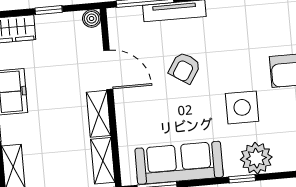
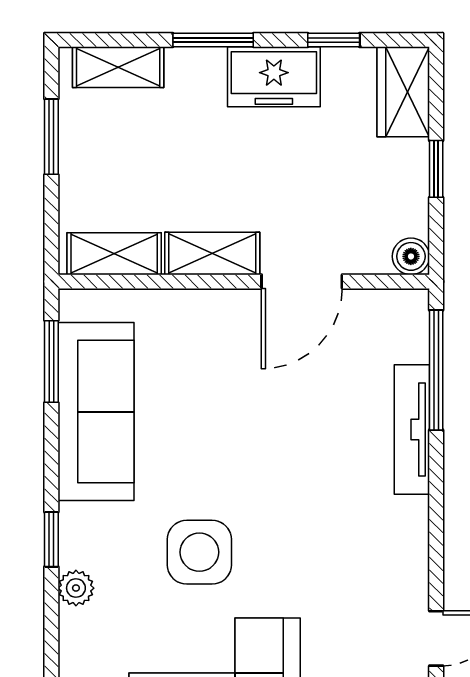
armchair: (185, 68) -> (292, 440), removed
plant: (256, 158) -> (76, 588), width x0.53, depth x0.53

